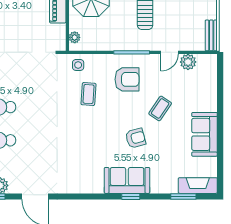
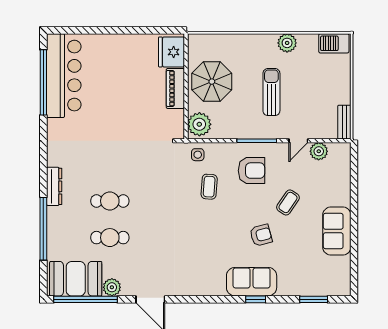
plant: (75, 37) -> (199, 124), width x1.88, depth x1.88
fireplace: (198, 186) -> (329, 287), removed

